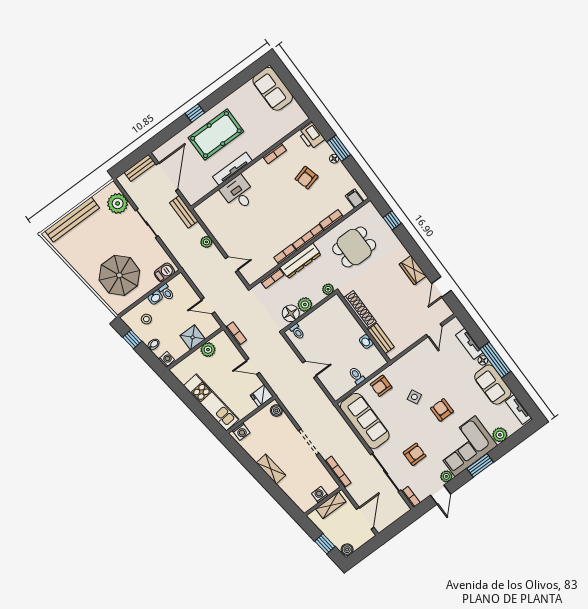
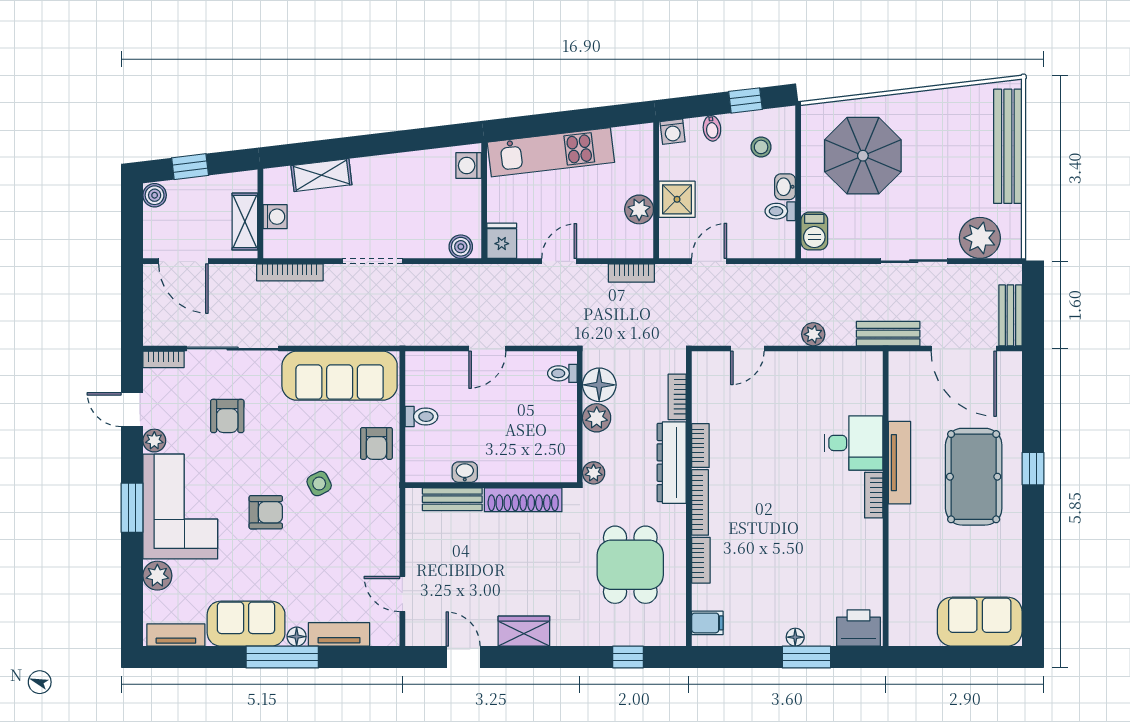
bookcase: (275, 154) -> (874, 495), moved
armchair: (307, 178) -> (798, 571), removed
armchair: (381, 386) -> (376, 443), turned 180
shelving: (271, 469) -> (321, 175), moved

